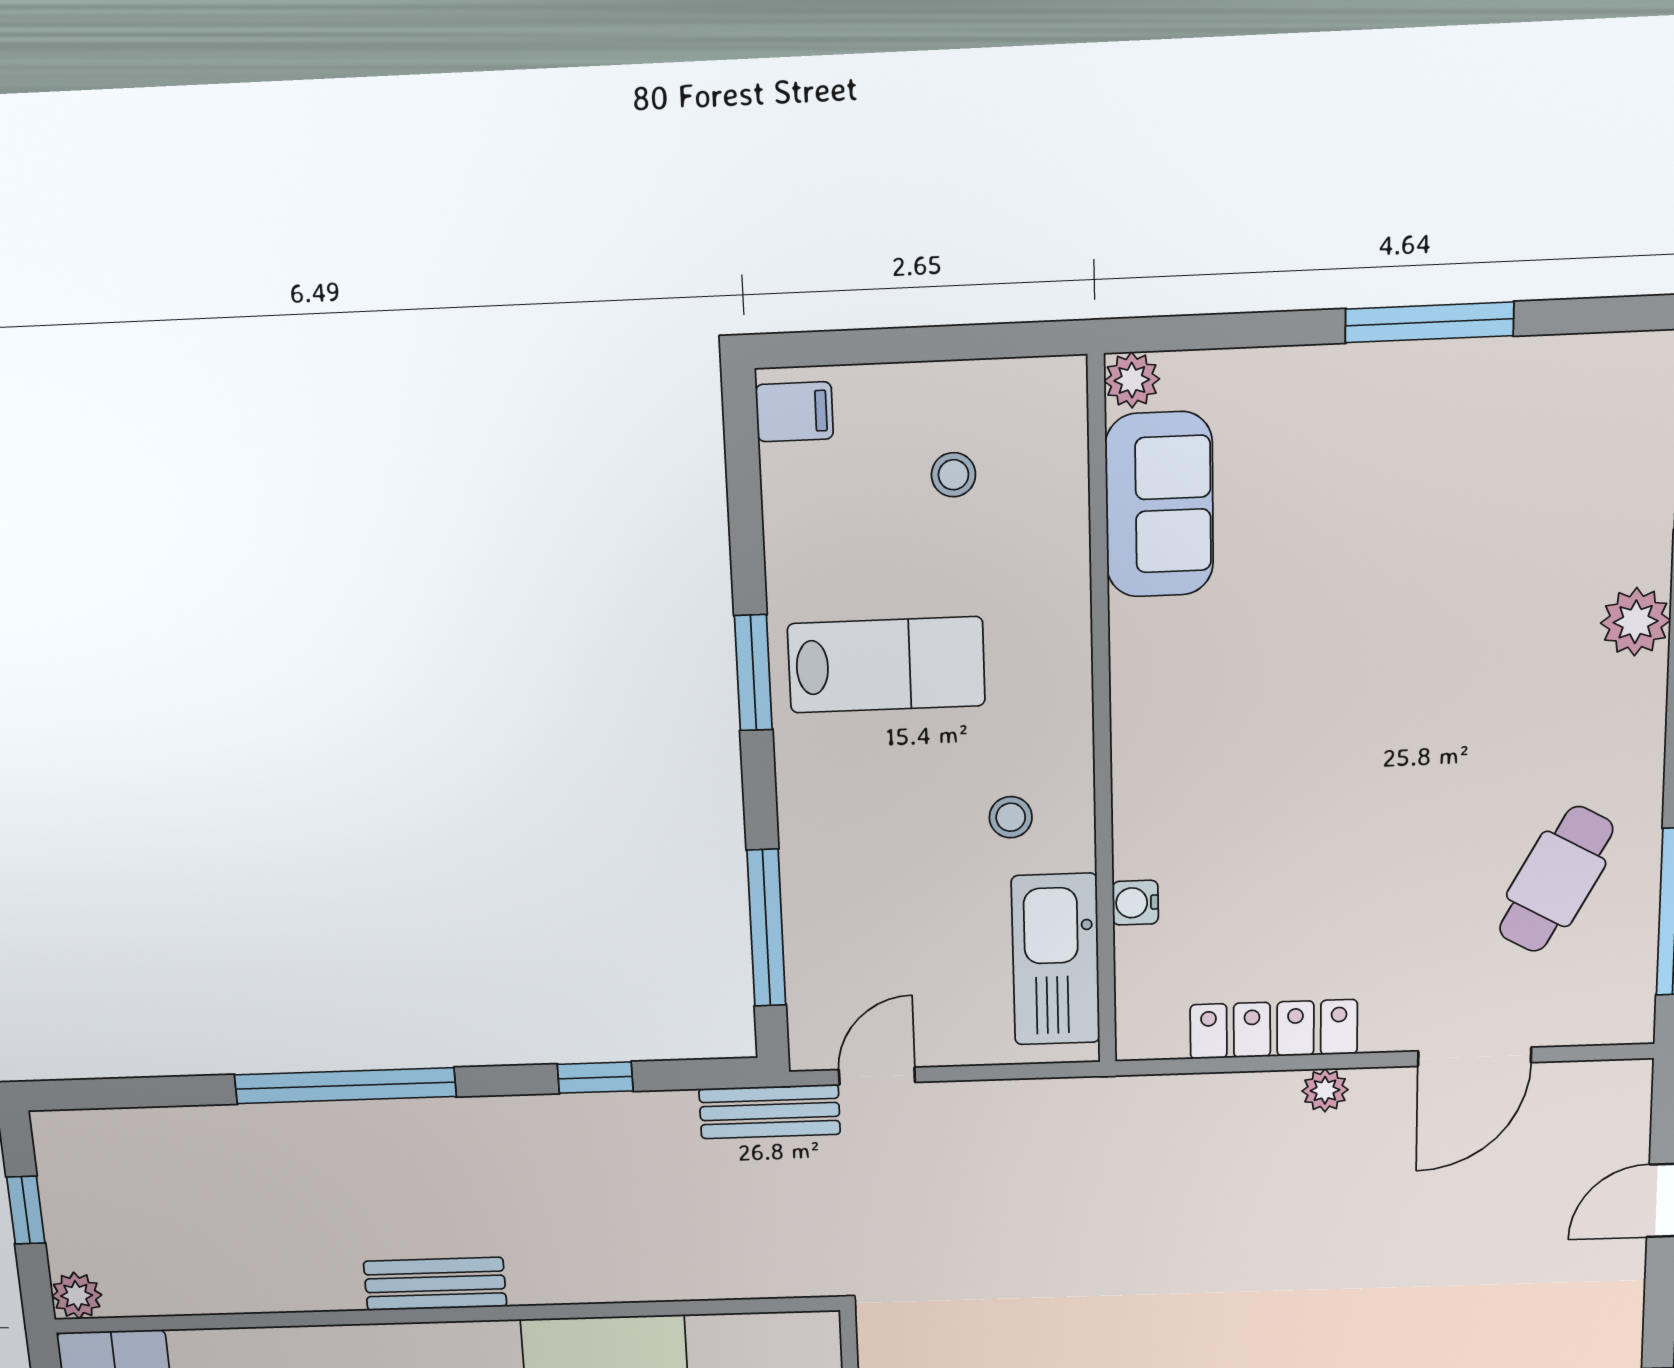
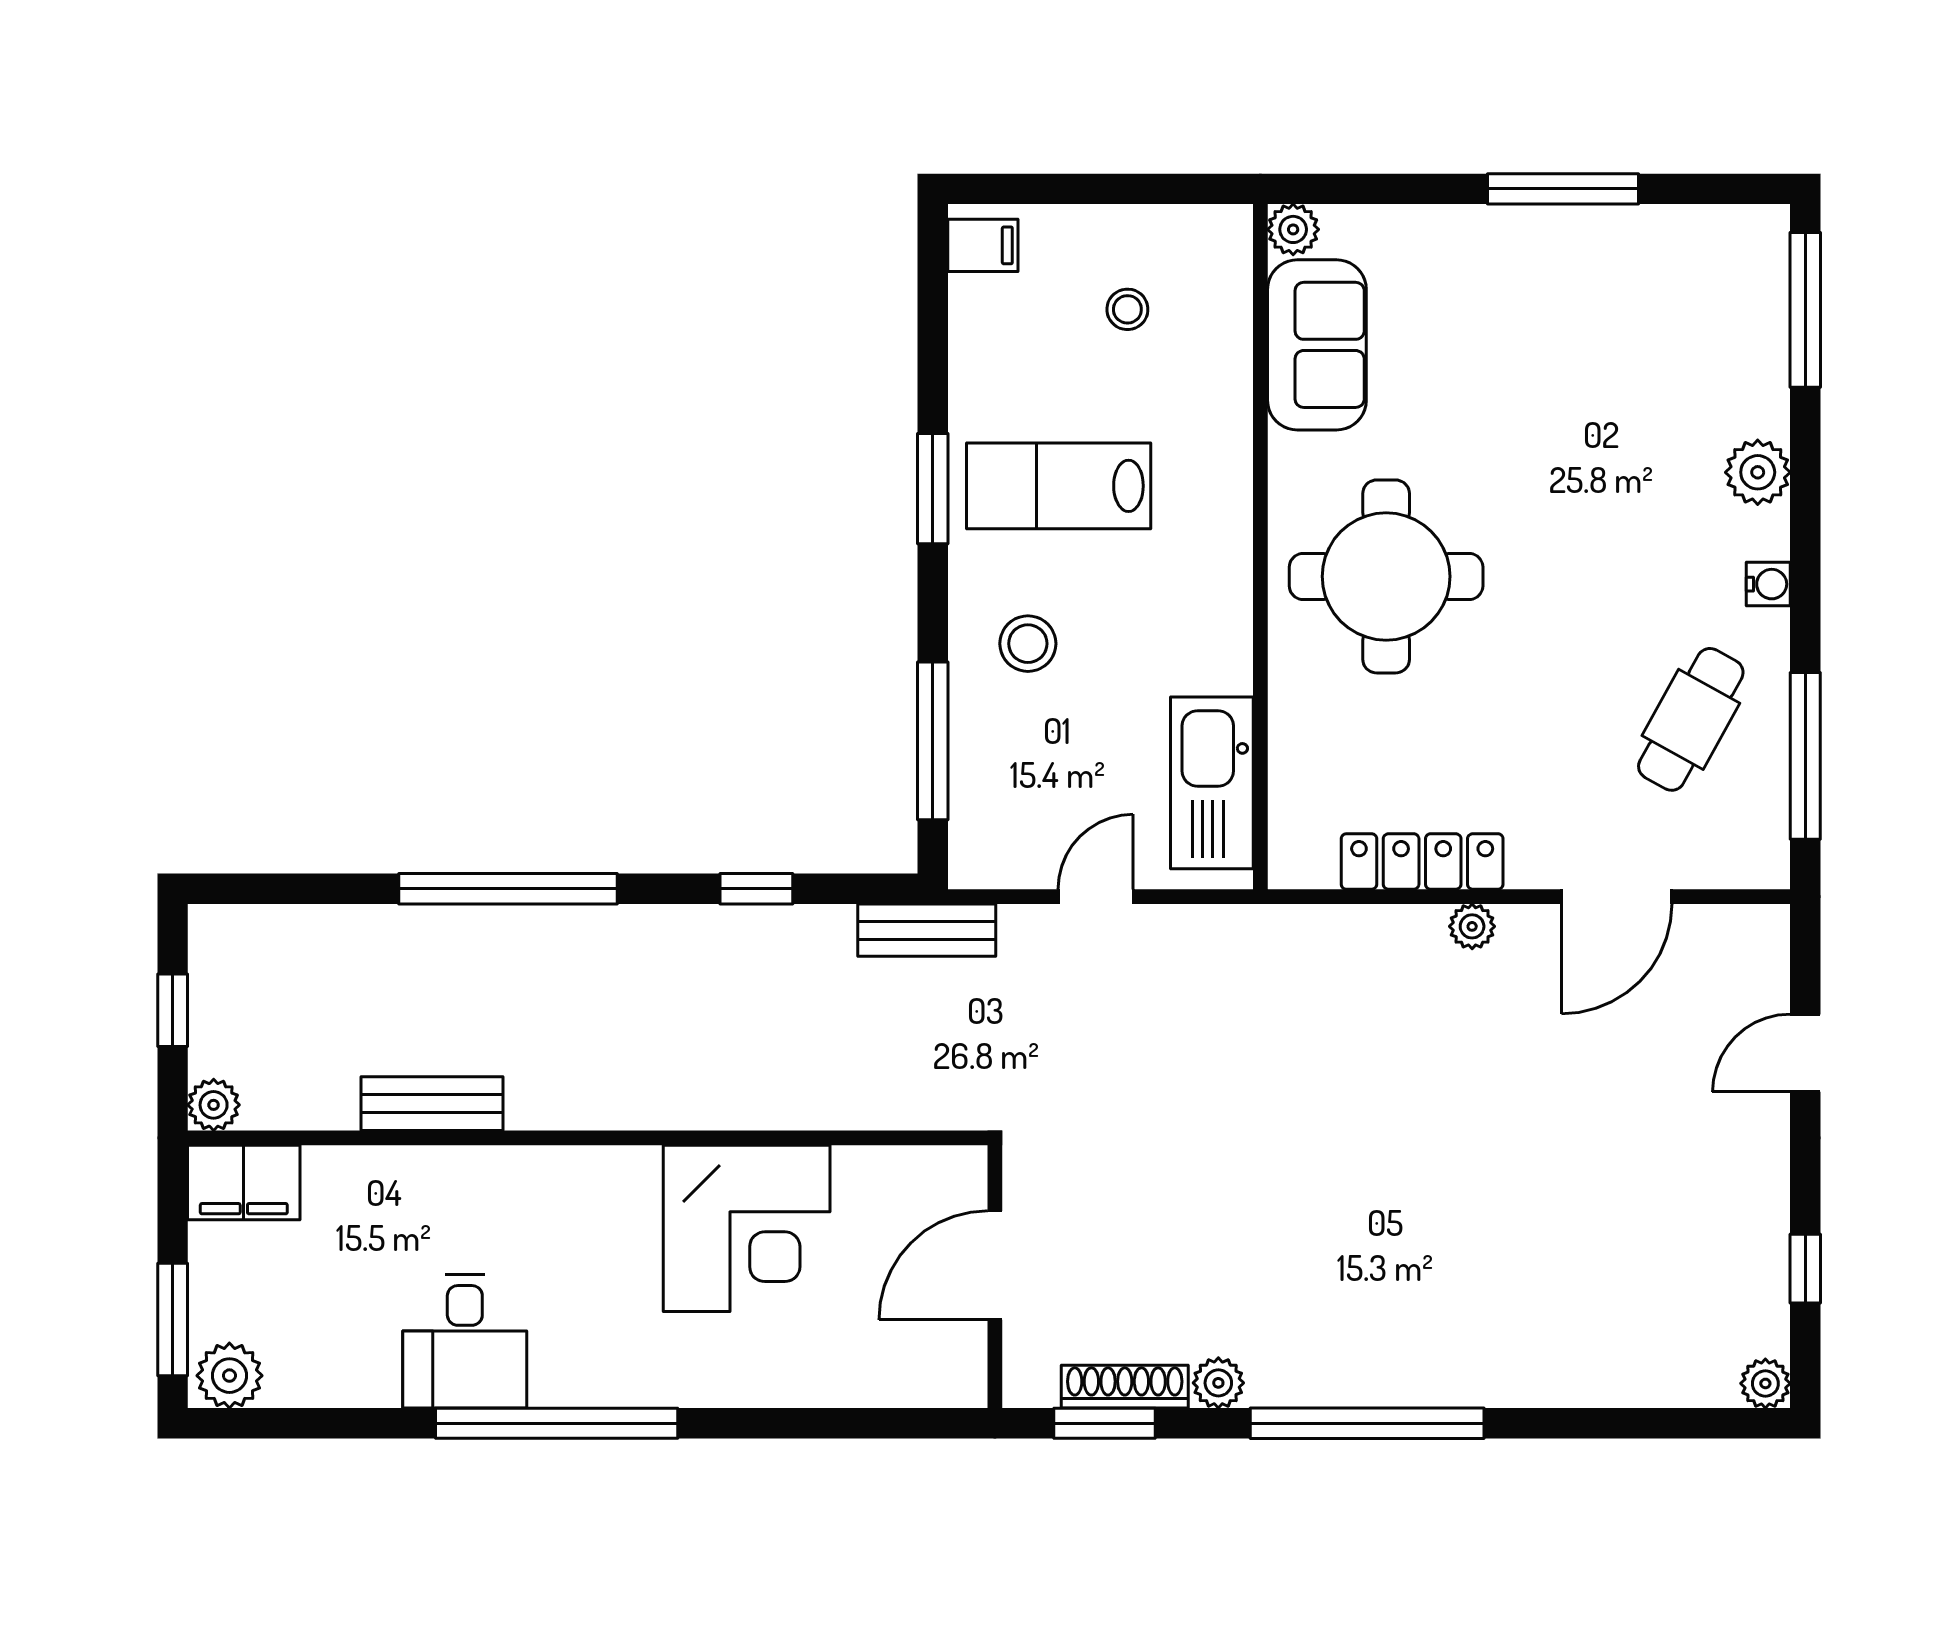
lab bench: (886, 665) -> (1059, 486), turned 180
round table: (1235, 745) -> (1386, 576), added
stool: (1011, 817) -> (1028, 644), moved, width x1.37, depth x1.37
water cooler: (1135, 903) -> (1768, 584), moved, turned 180
door: (877, 1076) -> (1096, 897), moved
bench: (435, 1284) -> (432, 1104), moved

